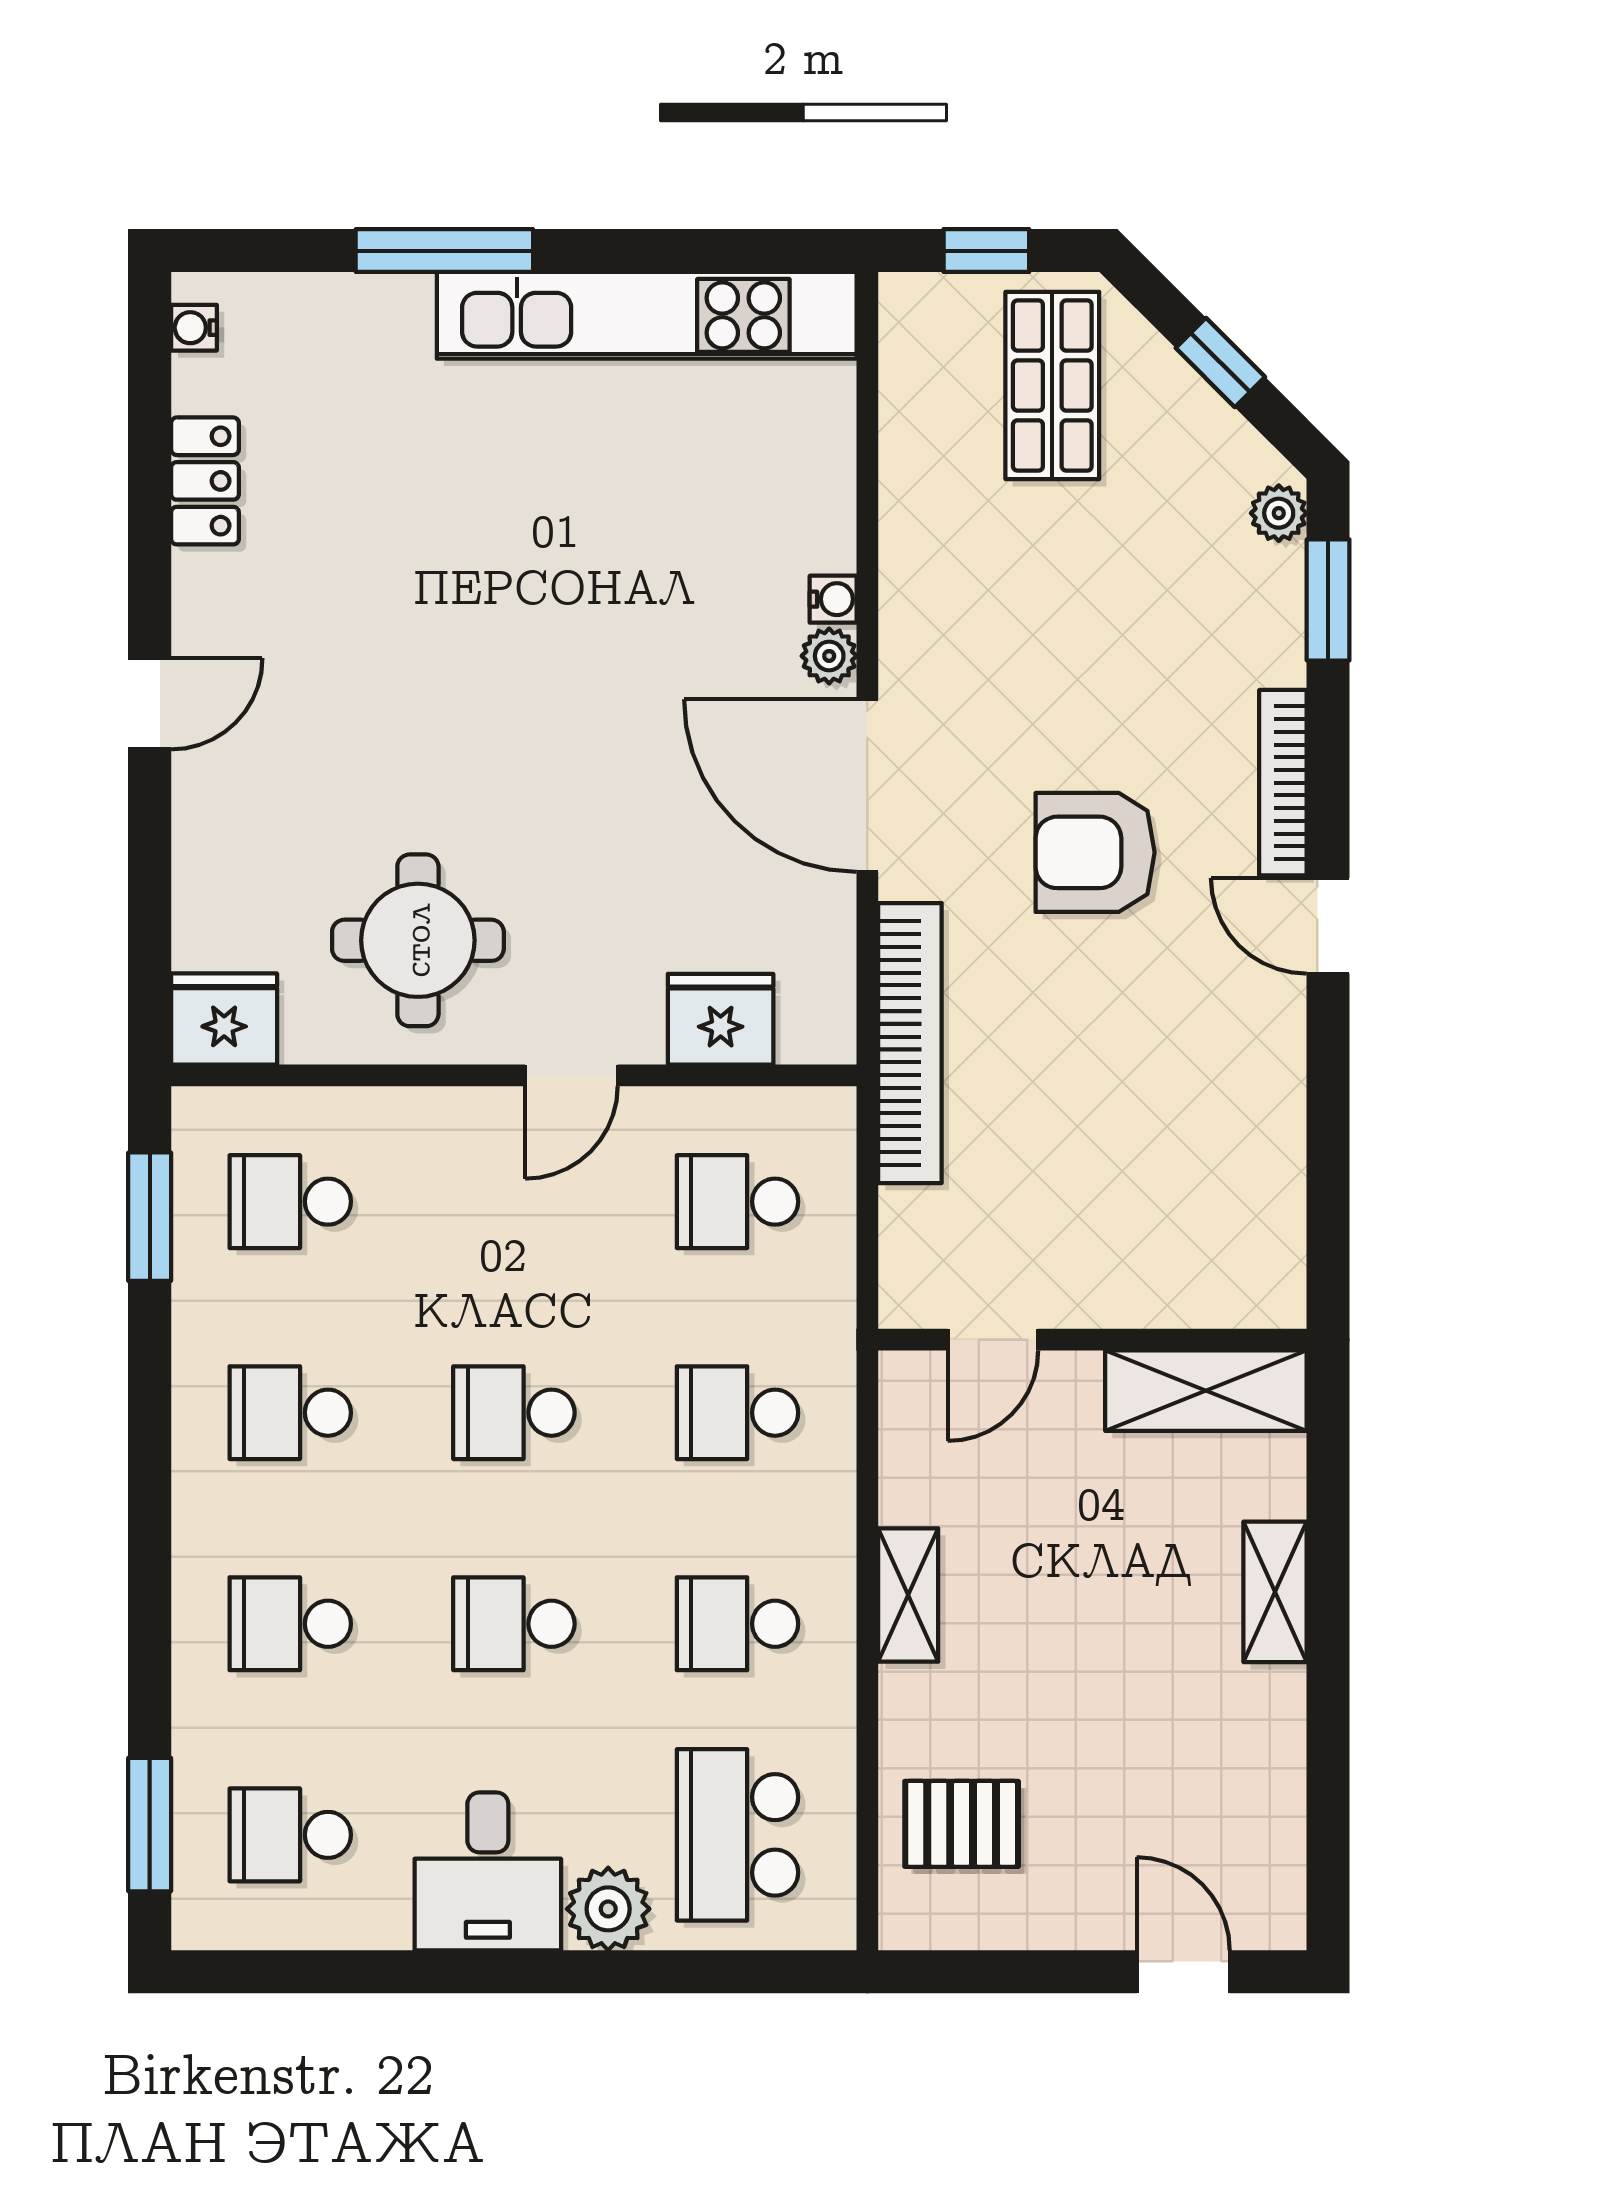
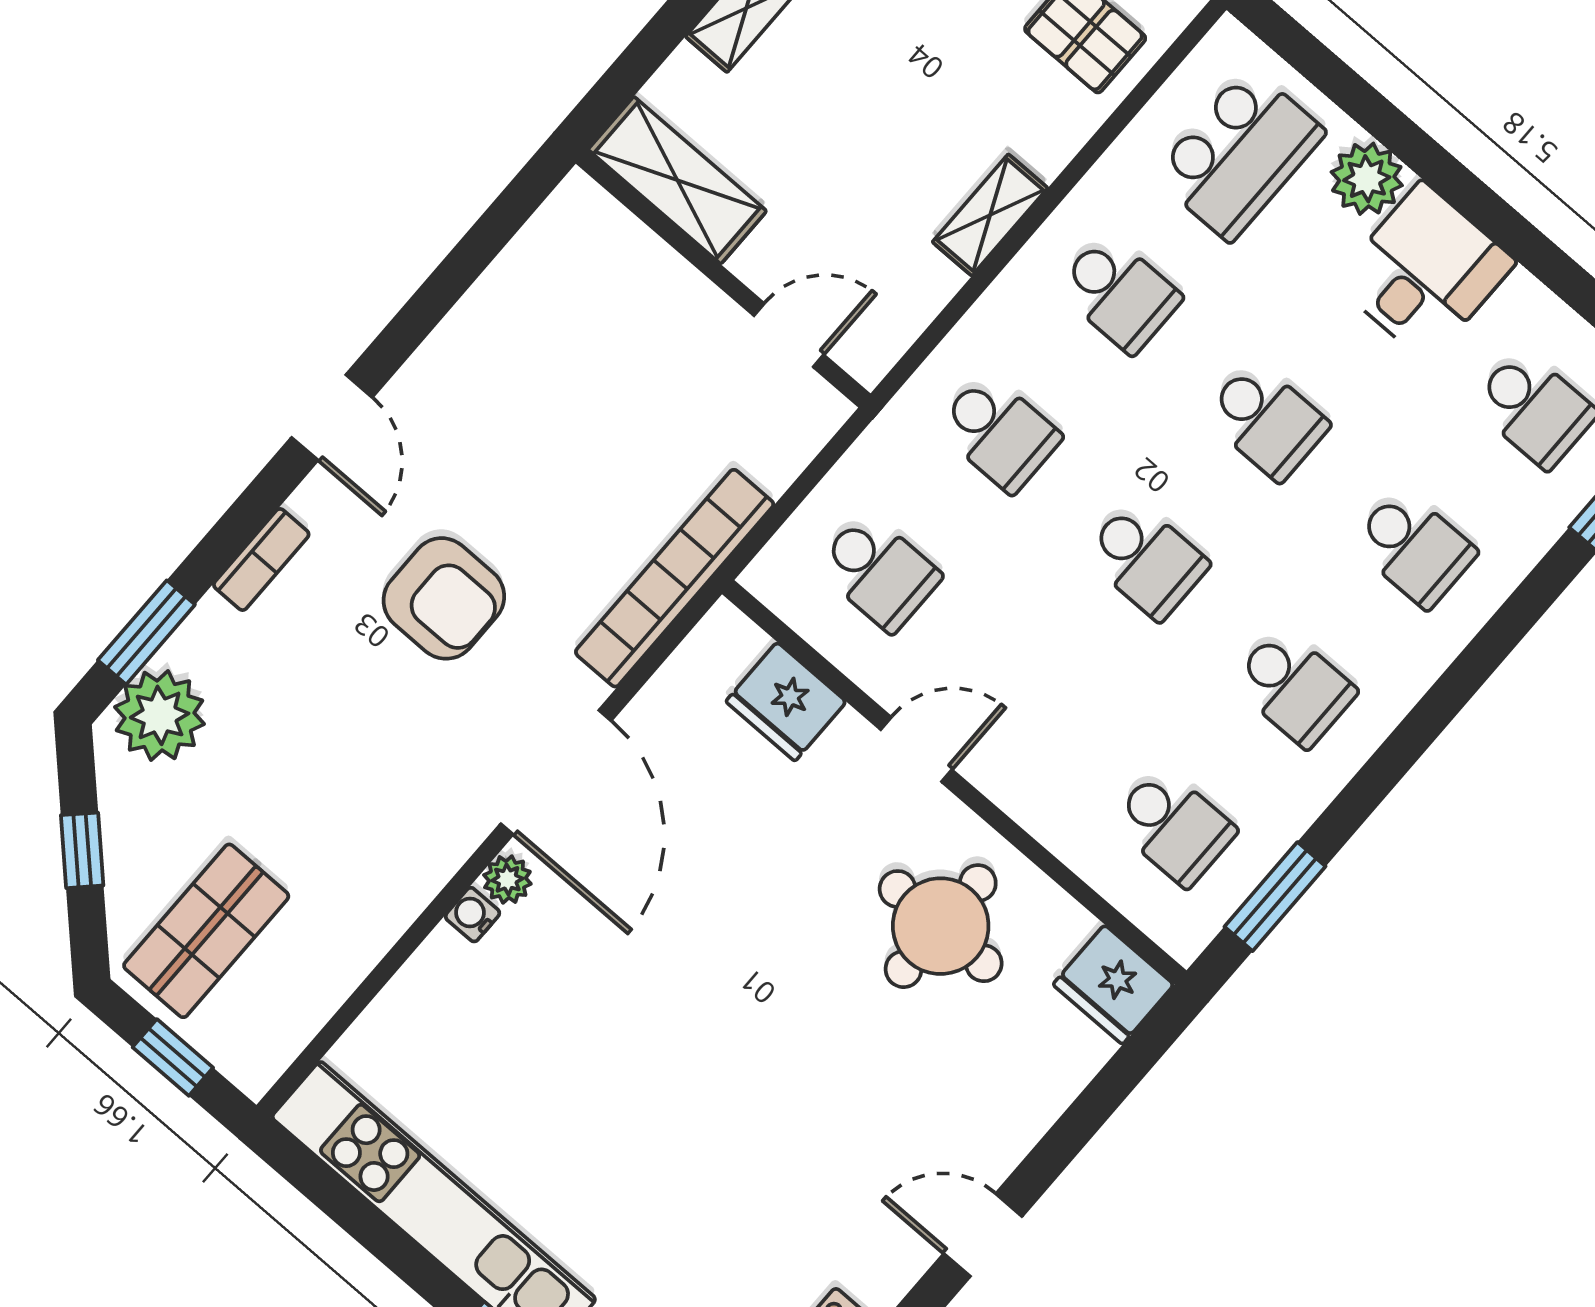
plant: (1279, 513) -> (160, 715), width x1.87, depth x1.87
bookcase: (1283, 783) -> (261, 559), width x0.64

